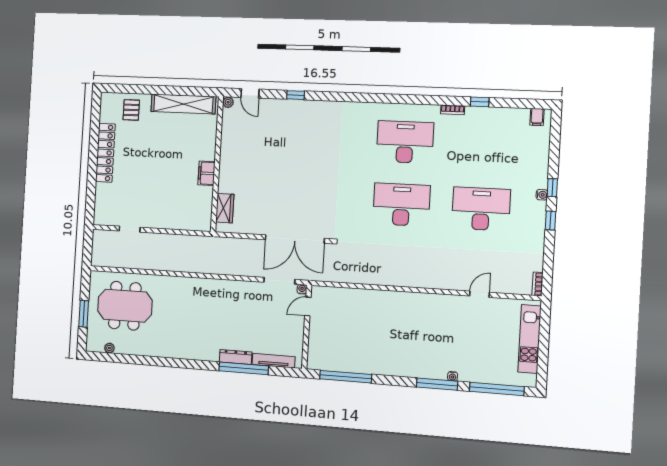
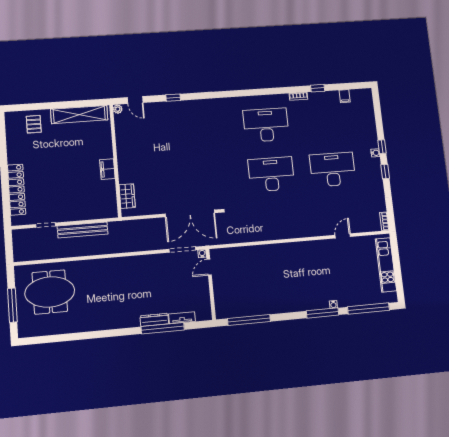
filing cabinet: (537, 117) -> (345, 96), moved
locker: (105, 153) -> (17, 190), moved
bench: (169, 241) -> (83, 230), added
window: (84, 314) -> (12, 305), width x1.44
plant: (109, 348) -> (40, 332), removed
tv unit: (274, 361) -> (182, 318), width x0.71

